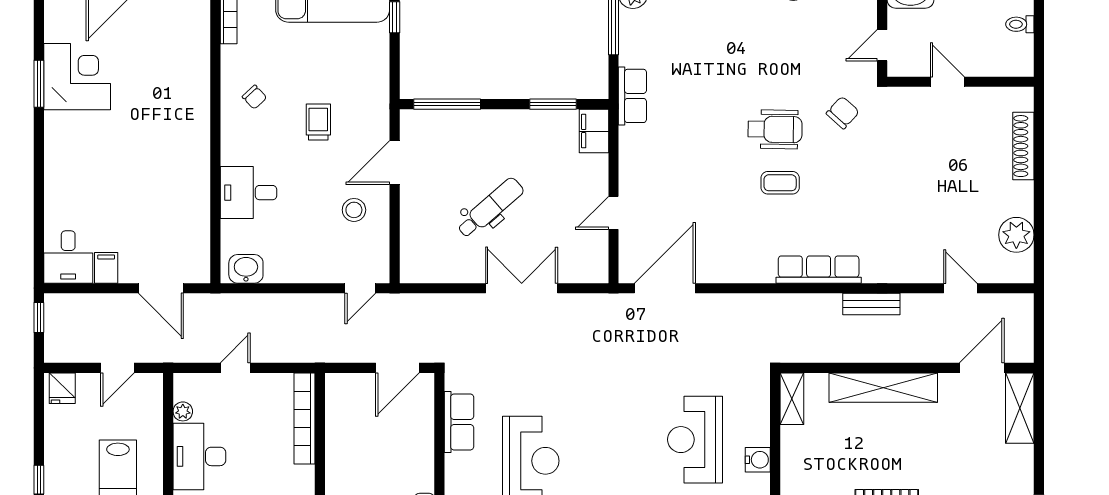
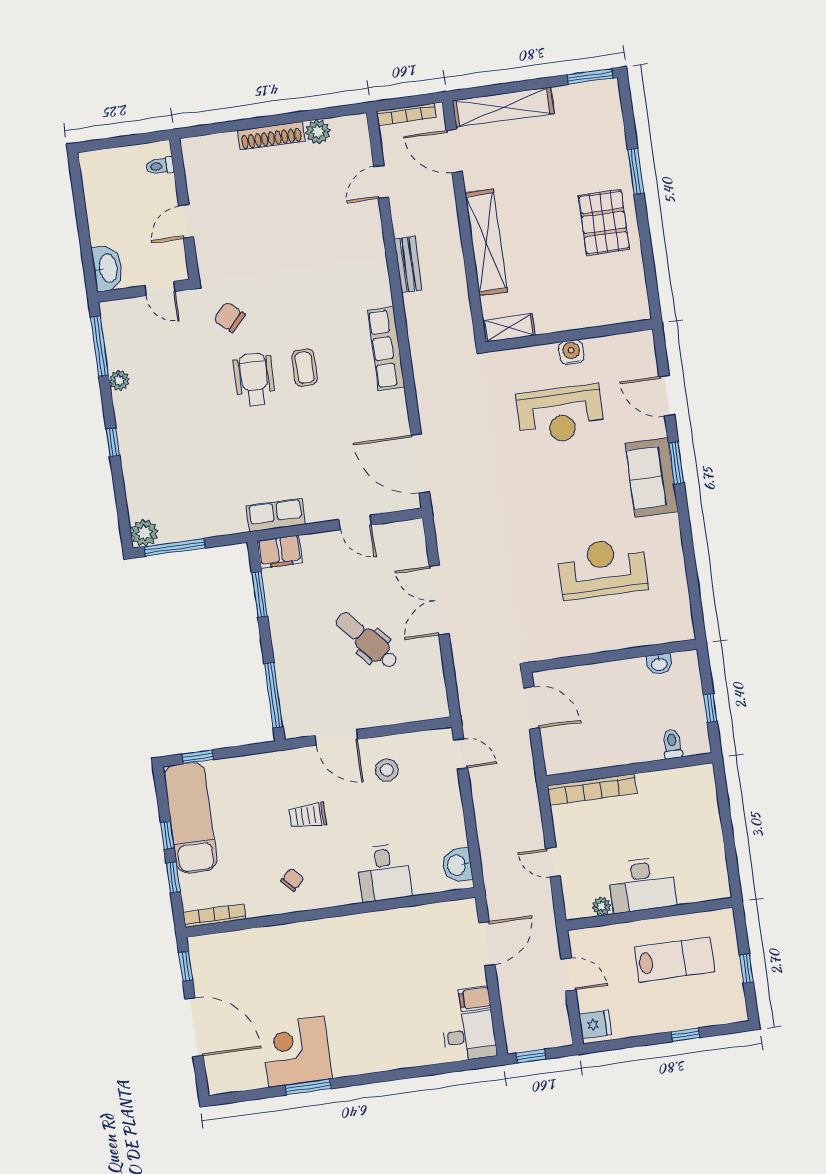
toilet: (1020, 24) -> (160, 166), moved, turned 90
row of seats: (632, 96) -> (276, 515), moved
shoe rack: (1023, 146) -> (271, 136), moved
plant: (1016, 235) -> (318, 132), width x0.73, depth x0.73
row of seats: (819, 270) -> (386, 348), moved
bookcase: (1026, 324) -> (406, 114), added
shelving: (1020, 408) -> (503, 107), width x1.47
row of seats: (459, 422) -> (575, 642), removed

